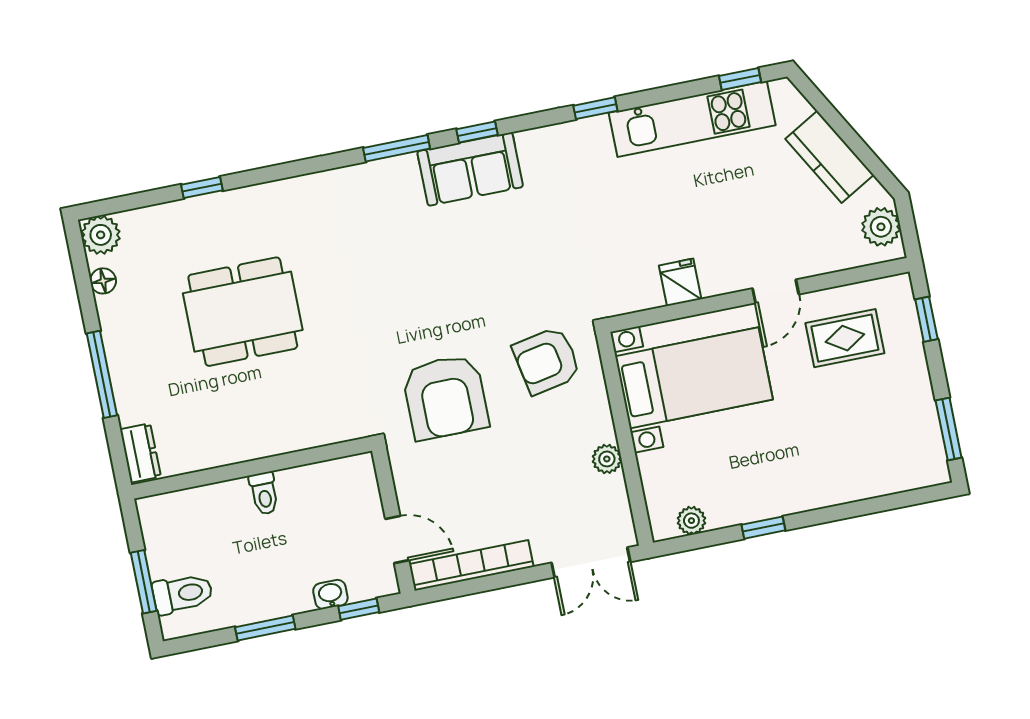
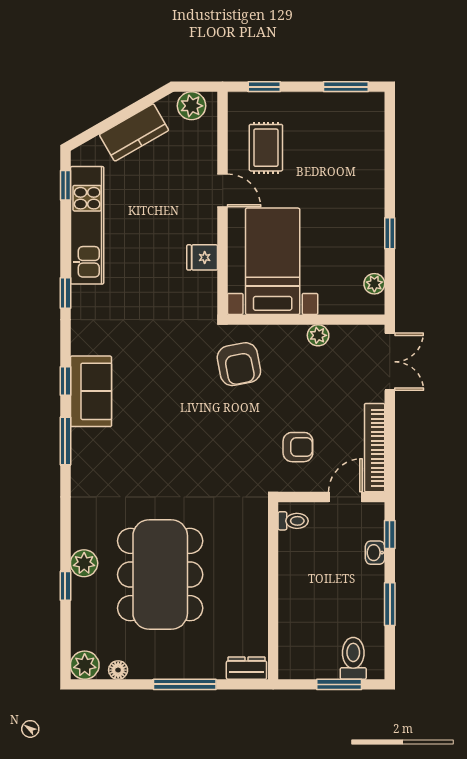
plant: (237, 206) -> (84, 563), added
dining table: (243, 312) -> (160, 575), width x1.36, depth x1.24
armchair: (445, 397) -> (298, 447), moved, width x0.53, depth x0.53
toilet: (264, 493) -> (293, 521), moved

